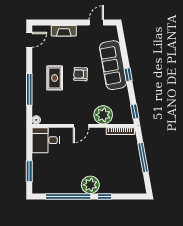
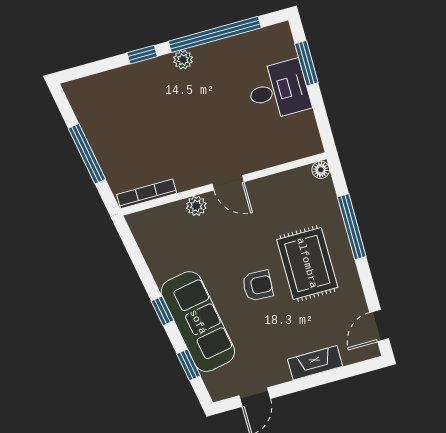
rug: (55, 78) -> (307, 263), width x1.36, depth x1.43
window: (135, 112) -> (188, 365), moved
plant: (103, 115) -> (196, 206), width x0.53, depth x0.53
door: (81, 126) -> (228, 183), swing flipped
desk: (46, 140) -> (278, 90), moved
plant: (90, 185) -> (183, 60), width x0.53, depth x0.53

